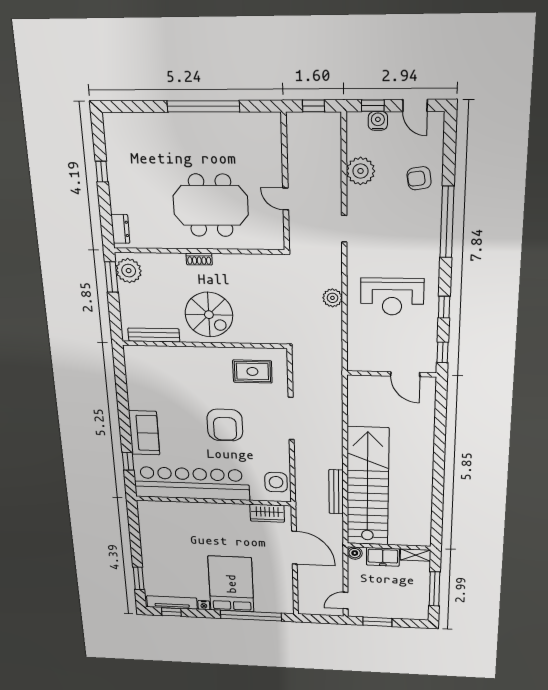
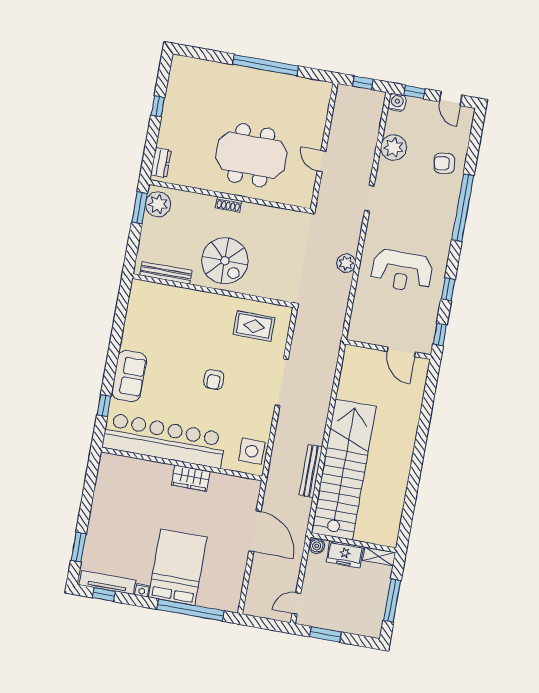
water cooler: (378, 121) -> (397, 102), moved
armchair: (225, 425) -> (214, 380), width x0.53, depth x0.53
wardrobe: (267, 513) -> (191, 478), moved

